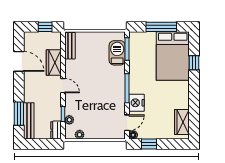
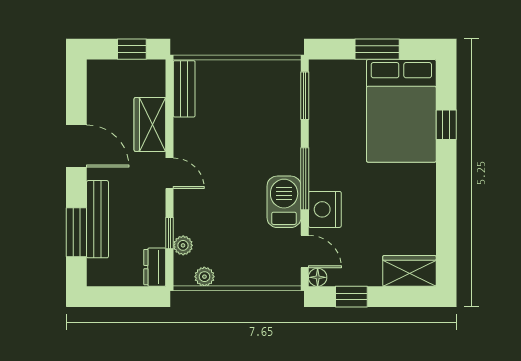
window: (161, 27) -> (377, 49), width x0.69
barbecue: (117, 53) -> (284, 202), moved
door: (19, 61) -> (76, 146), moved
bench: (29, 121) -> (97, 219), moved
wardrobe: (182, 122) -> (409, 271), moved, turned 90
door: (127, 123) -> (305, 252), hinge flipped

